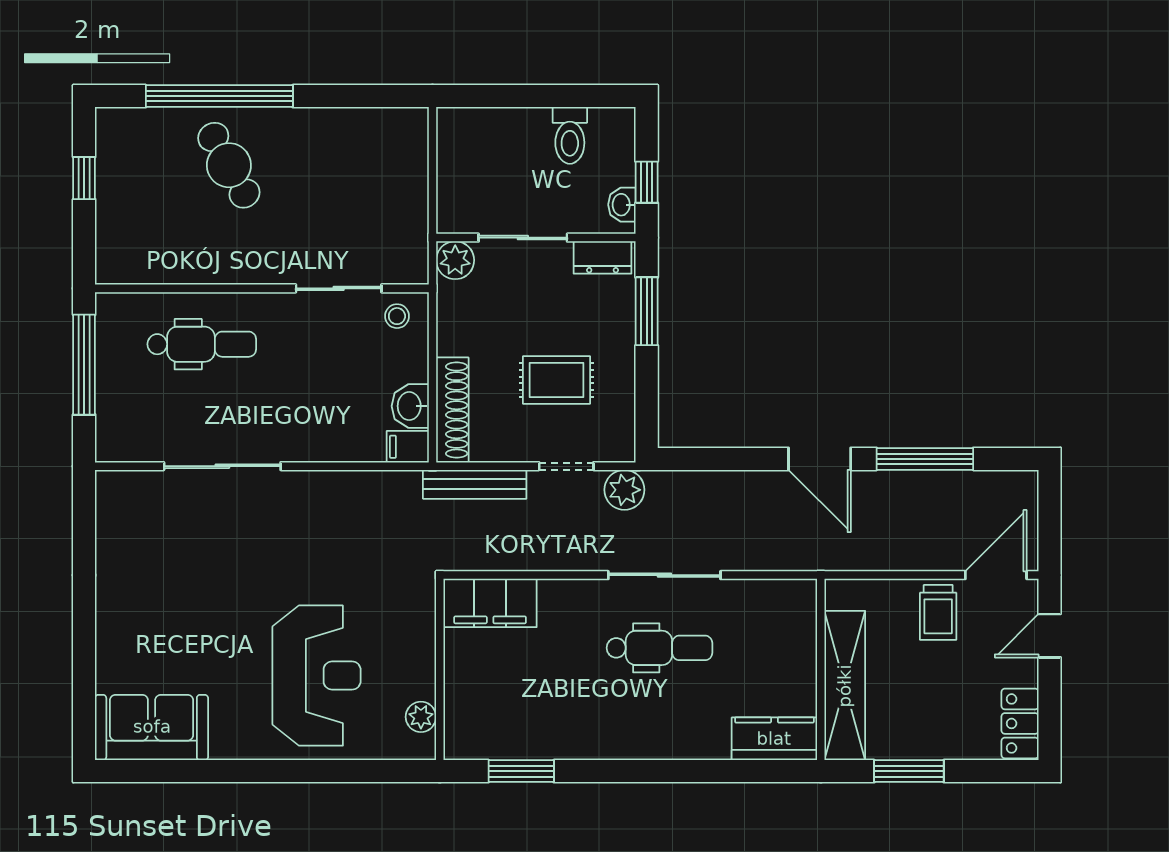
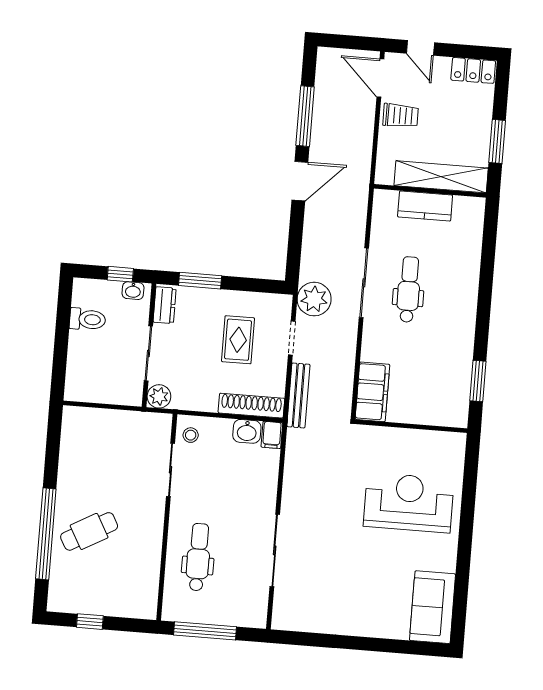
plant: (624, 490) -> (314, 299), width x1.36, depth x1.36
plant: (421, 717) -> (439, 440), removed
kitchen counter: (774, 739) -> (425, 206), moved, turned -90

